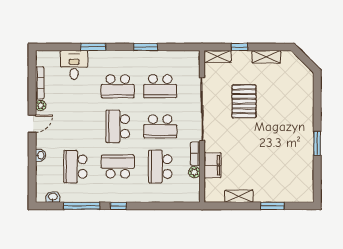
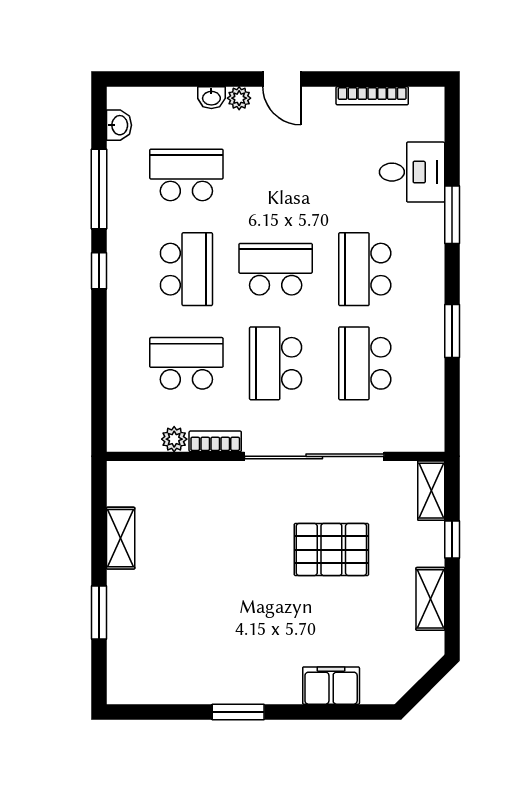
plant: (41, 105) -> (239, 98), moved
filing cabinet: (213, 165) -> (331, 686), moved, turned 180

